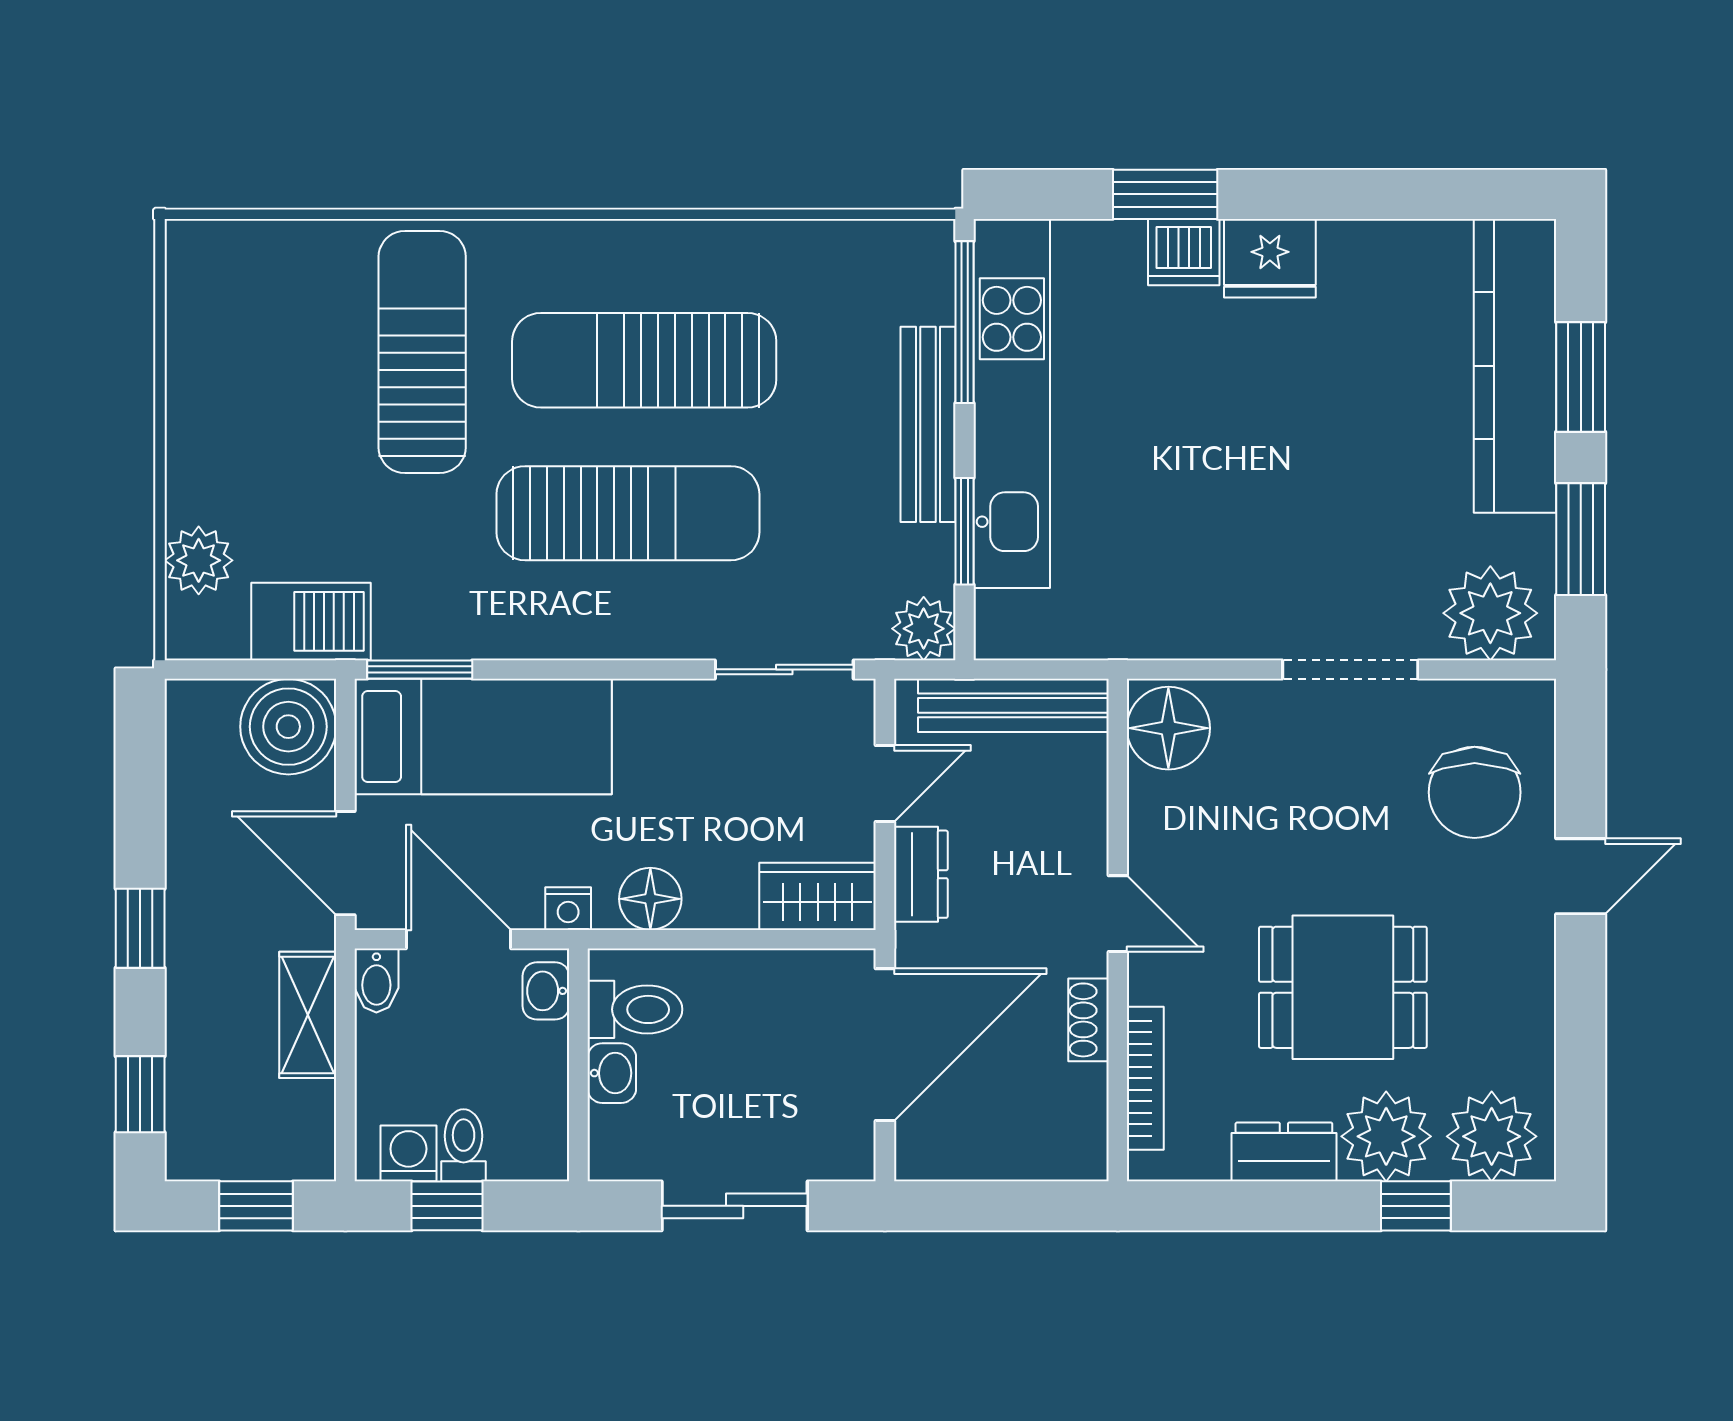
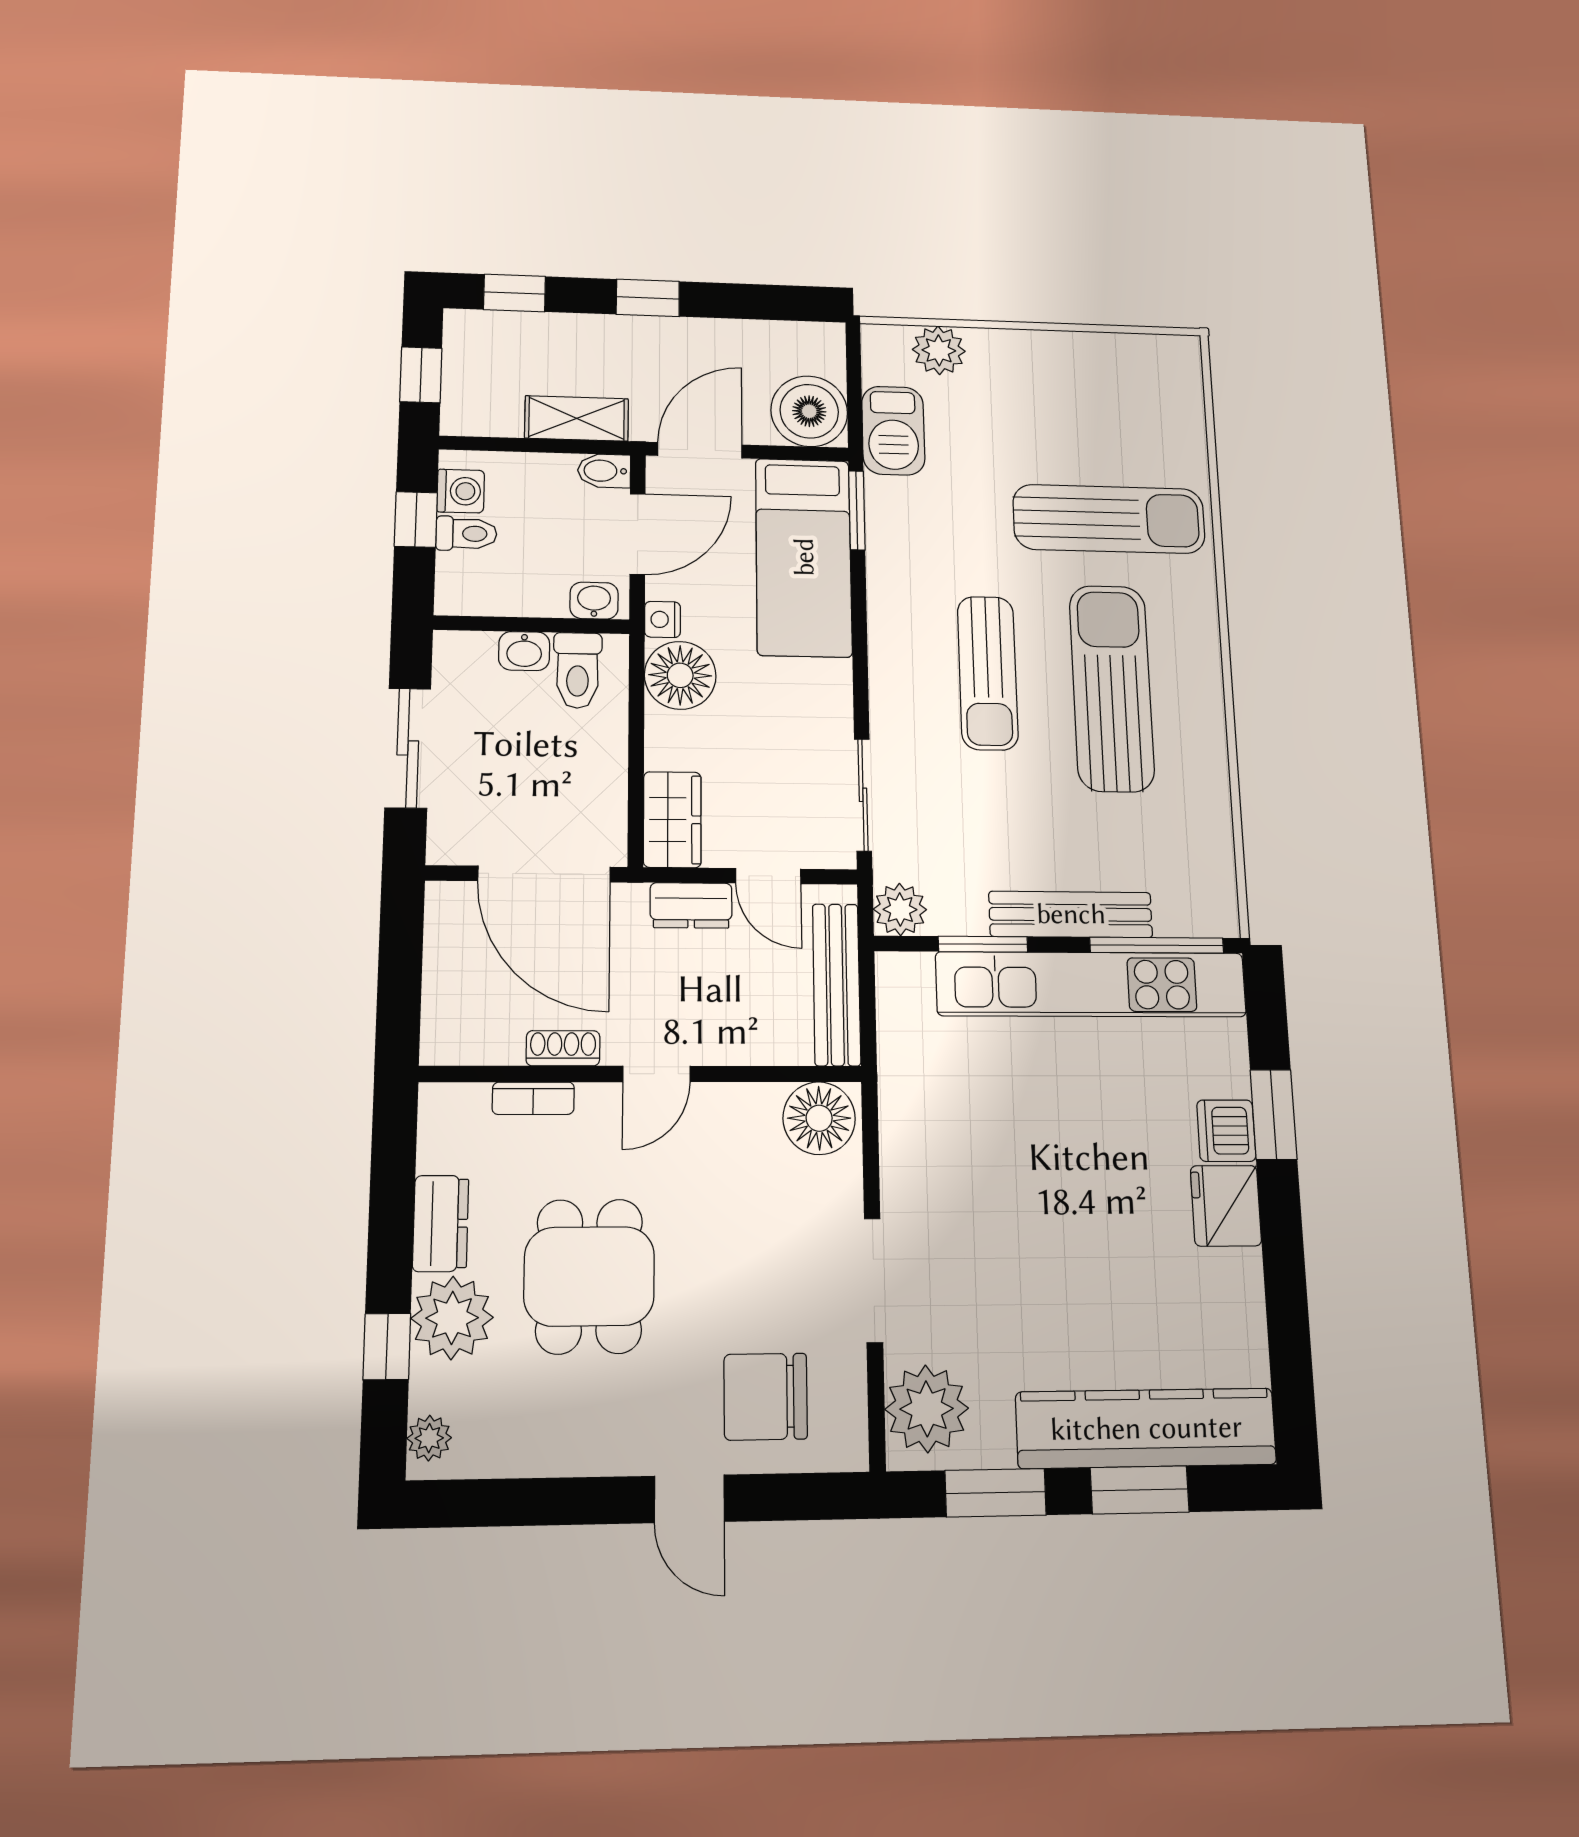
sun lounger: (628, 513) -> (988, 673), width x0.73, depth x0.75
floor lamp: (650, 899) -> (680, 675), width x1.38, depth x1.38
bookcase: (1145, 1078) -> (533, 1098), width x0.64
plant: (1492, 1136) -> (429, 1438), width x0.53, depth x0.53

